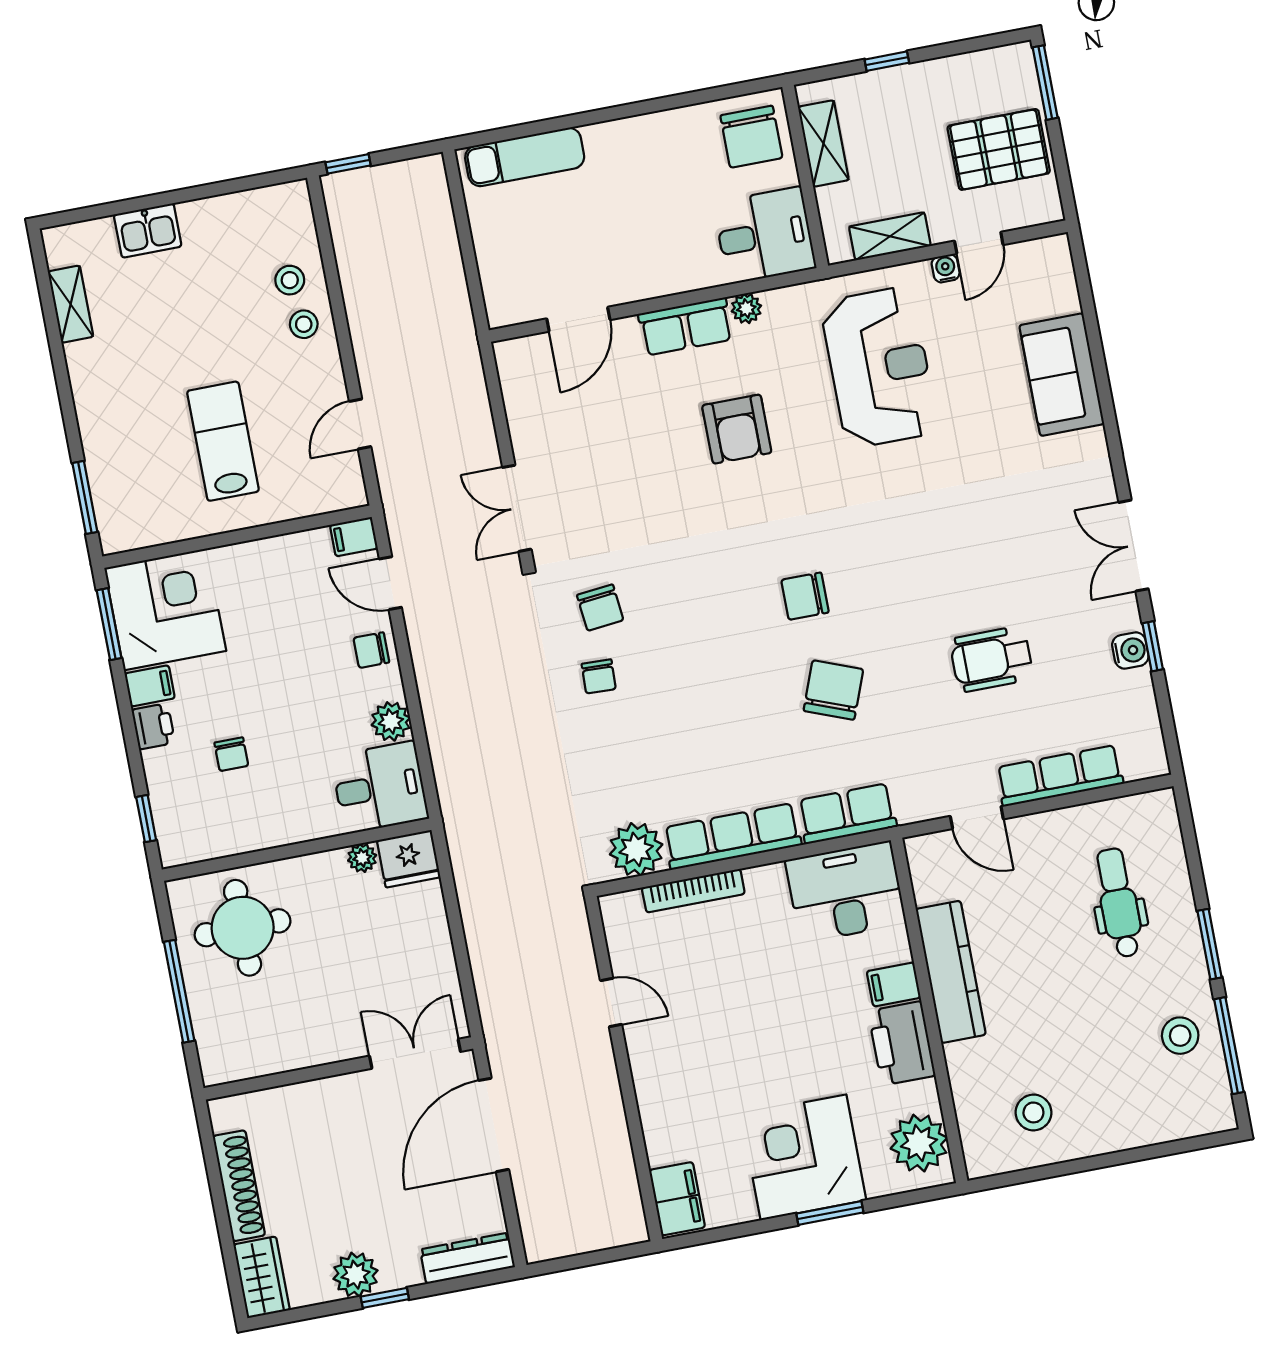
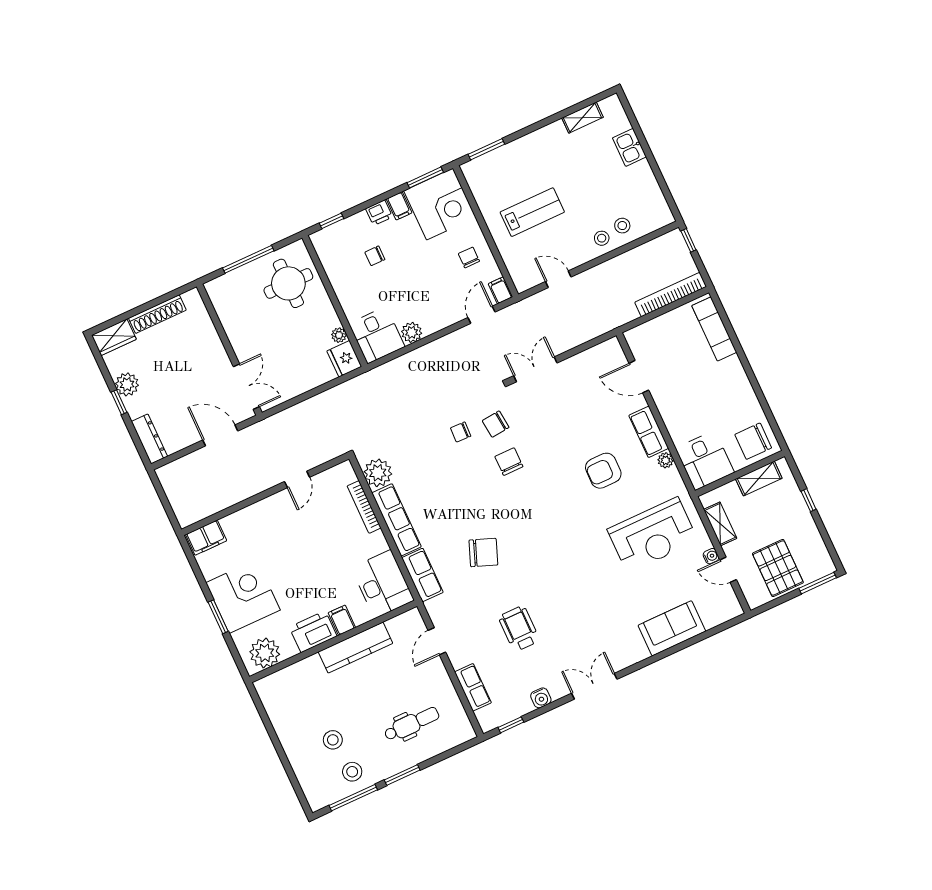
bookcase: (440, 222) -> (671, 295), added
chair: (805, 596) -> (509, 462), moved
window: (1153, 646) -> (511, 725), moved
chair: (371, 650) -> (469, 257), moved
row of seats: (1060, 776) -> (473, 687), width x0.68
stool: (1033, 1112) -> (333, 740), moved
door: (494, 1125) -> (220, 435), width x0.73

